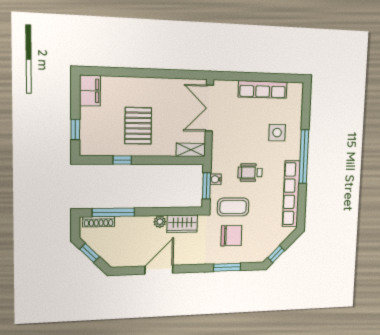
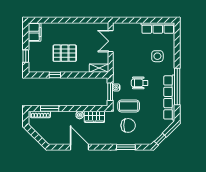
row of seats: (263, 89) -> (158, 28), moved
double door: (209, 108) -> (111, 41), width x0.73
pallet: (138, 126) -> (65, 53), turned 90
window: (304, 157) -> (177, 86), moved
window: (113, 212) -> (50, 108), width x0.69
window: (90, 253) -> (35, 135), removed
door: (159, 270) -> (80, 147), hinge flipped

